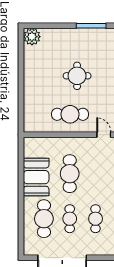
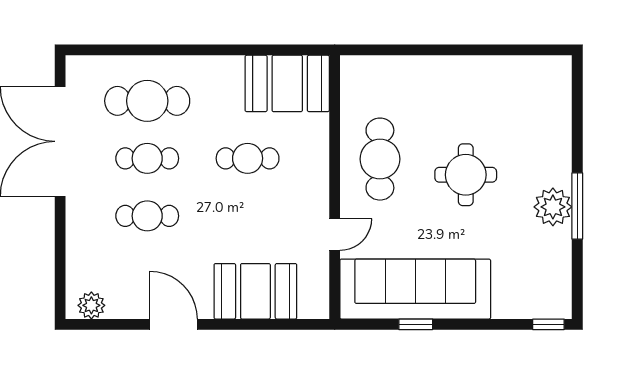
plant: (32, 37) -> (553, 207), moved
cafe table: (70, 174) -> (248, 158), width x0.73, depth x0.74
booth: (36, 177) -> (287, 83), moved

